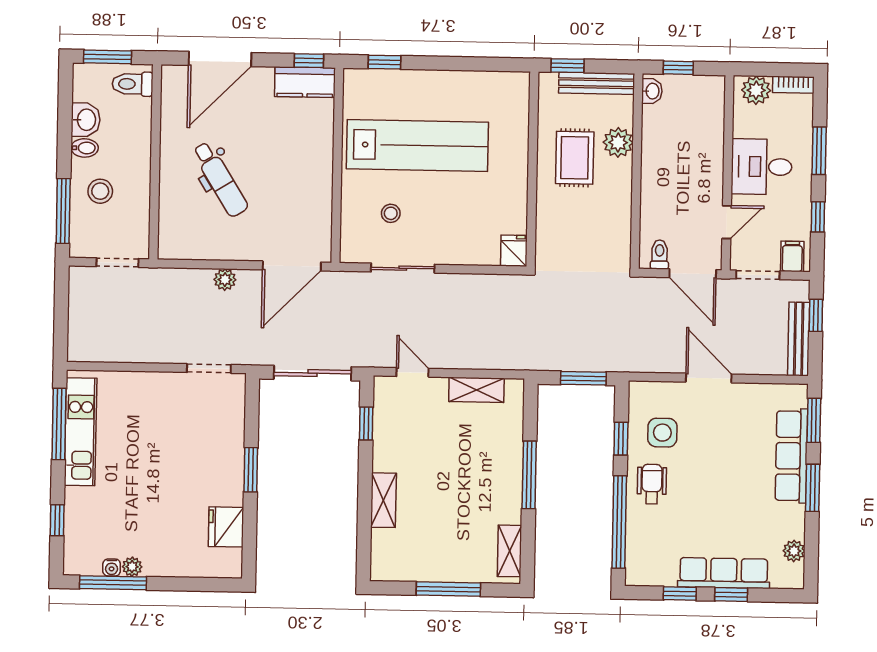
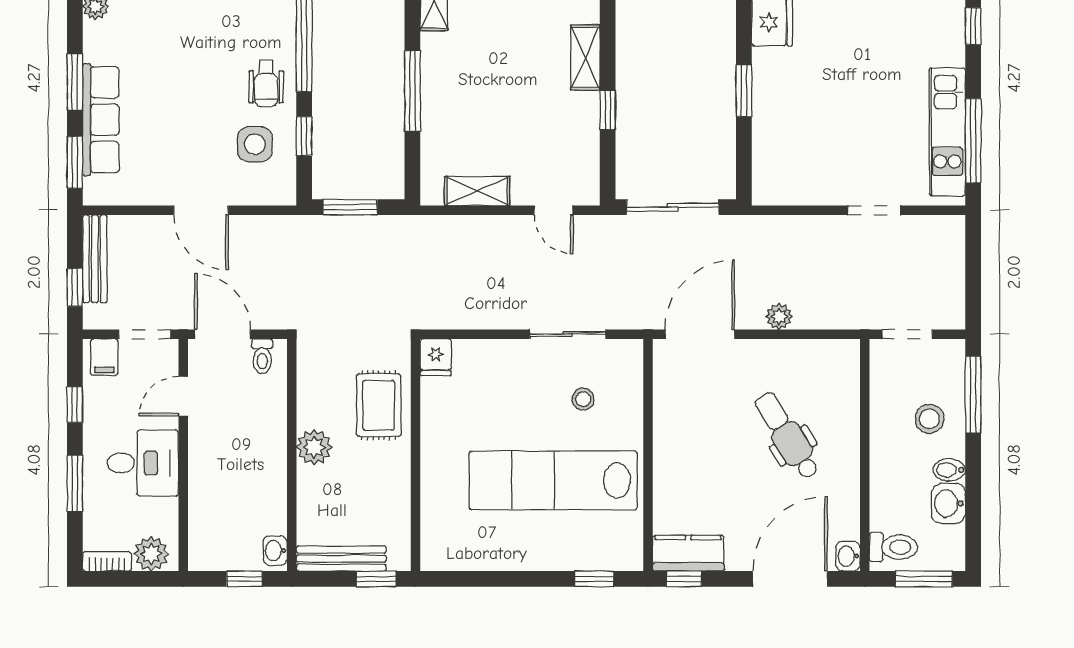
washbasin: (171, 77) -> (848, 556), added
plant: (618, 142) -> (314, 447), moved
rug: (575, 158) -> (379, 405), moved
doorway: (209, 368) -> (874, 210), moved
window: (366, 424) -> (608, 110), moved

